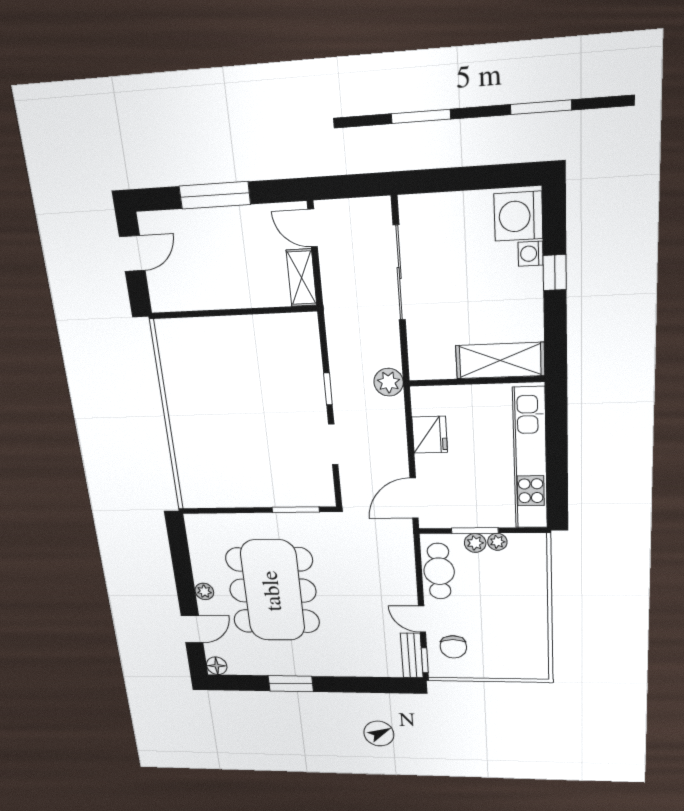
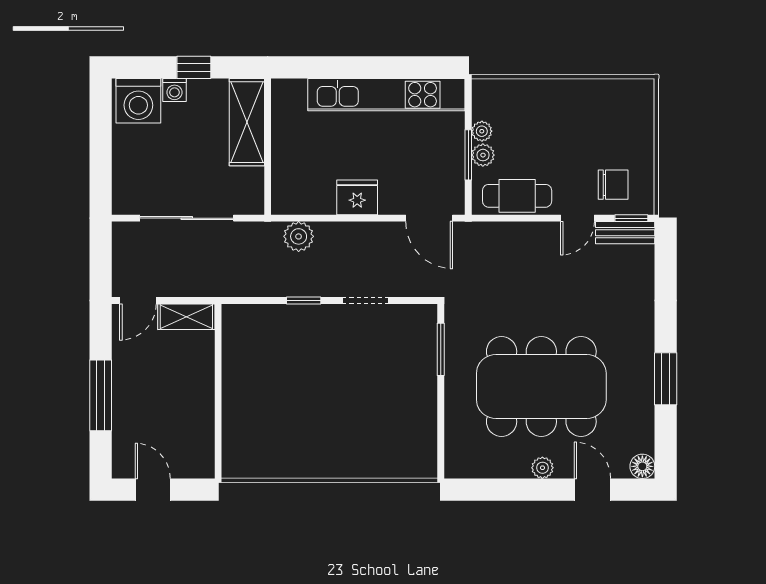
shelving: (500, 361) -> (247, 122), moved
wall: (476, 381) -> (268, 147), moved

